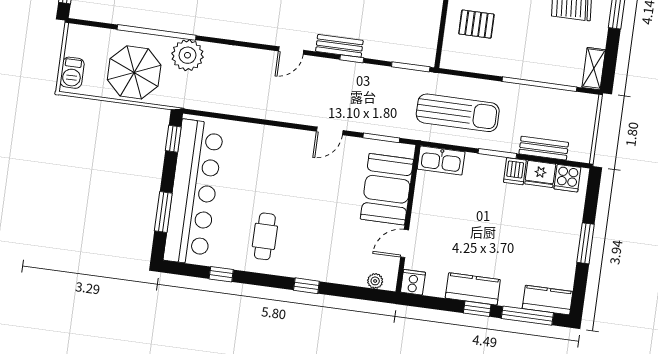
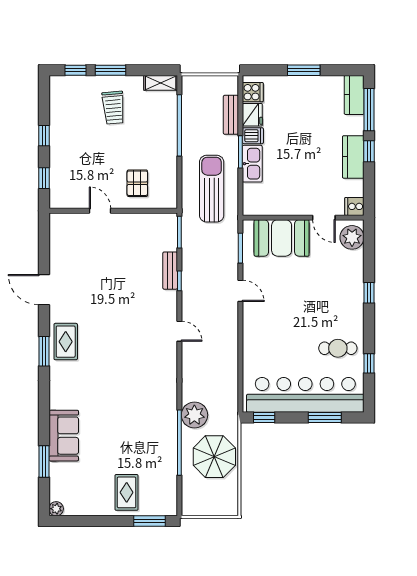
bench: (339, 46) -> (170, 271), moved
barbecue: (72, 73) -> (221, 507), removed
kitchen sink: (441, 160) -> (252, 164), moved
cafe table: (265, 236) -> (338, 348), moved
plant: (375, 281) -> (352, 237), width x1.88, depth x1.88

